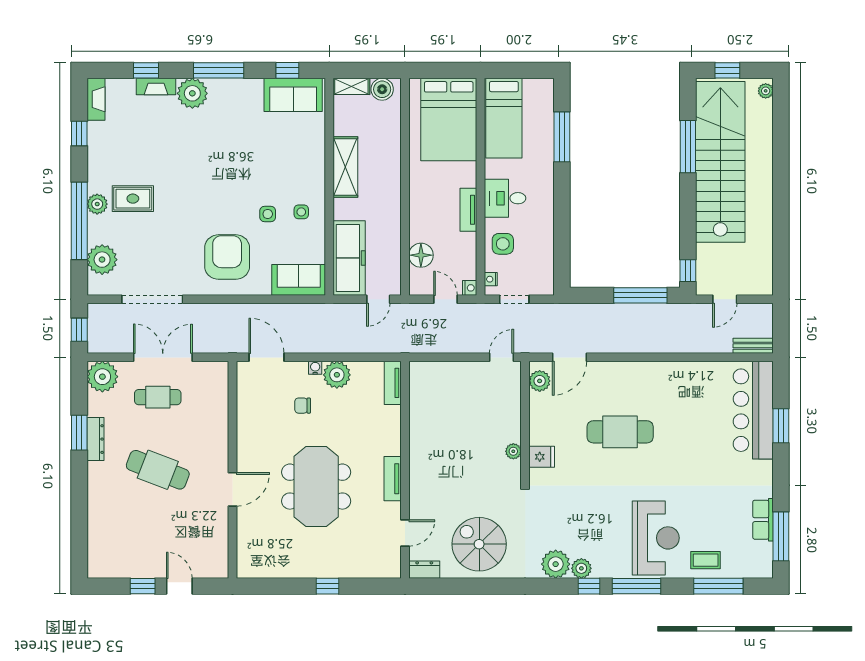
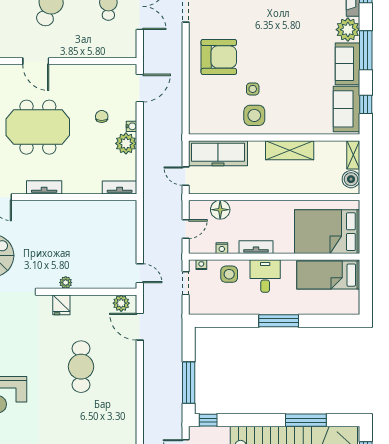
window: (562, 137) -> (279, 321), moved
side table: (301, 212) -> (254, 115), width x1.87, depth x1.87
sofa: (299, 280) -> (348, 64), moved, turned 180
nightstand: (470, 288) -> (222, 248), moved

